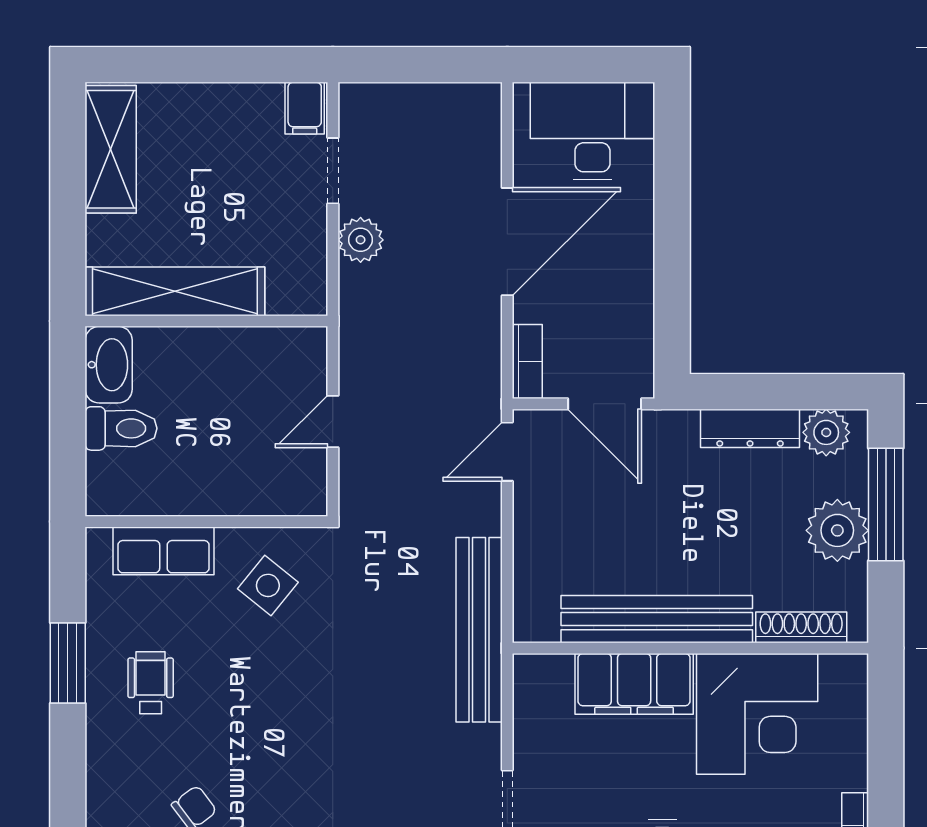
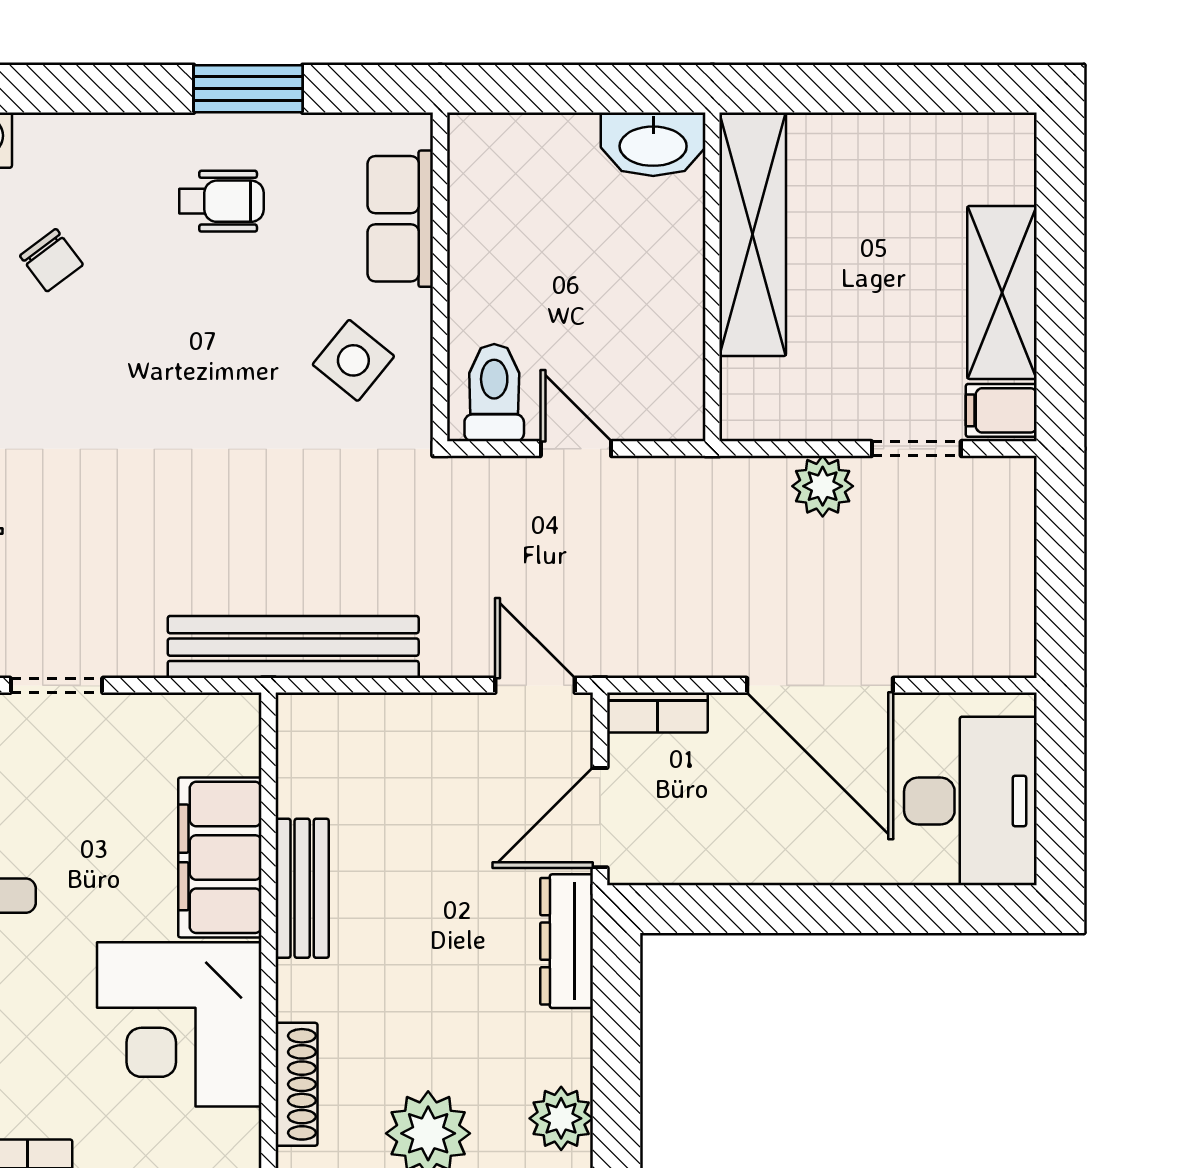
shelving: (111, 149) -> (1002, 292), moved, turned 90
toilet: (121, 428) -> (494, 393), moved, turned 180
dresser: (750, 428) -> (567, 941), moved
bench: (657, 619) -> (302, 888), width x0.54, depth x0.82

